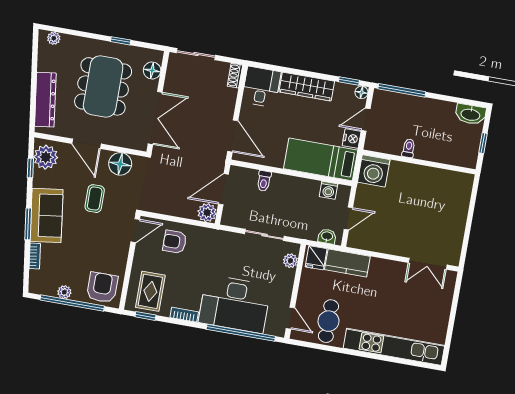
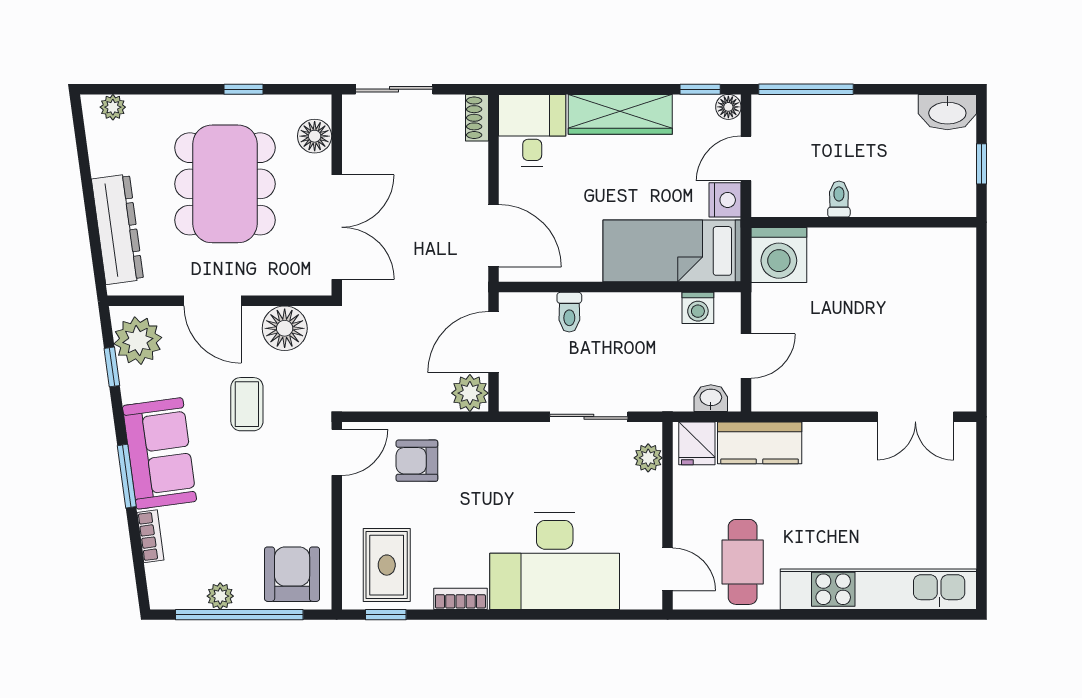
window: (241, 333) -> (576, 615), removed

